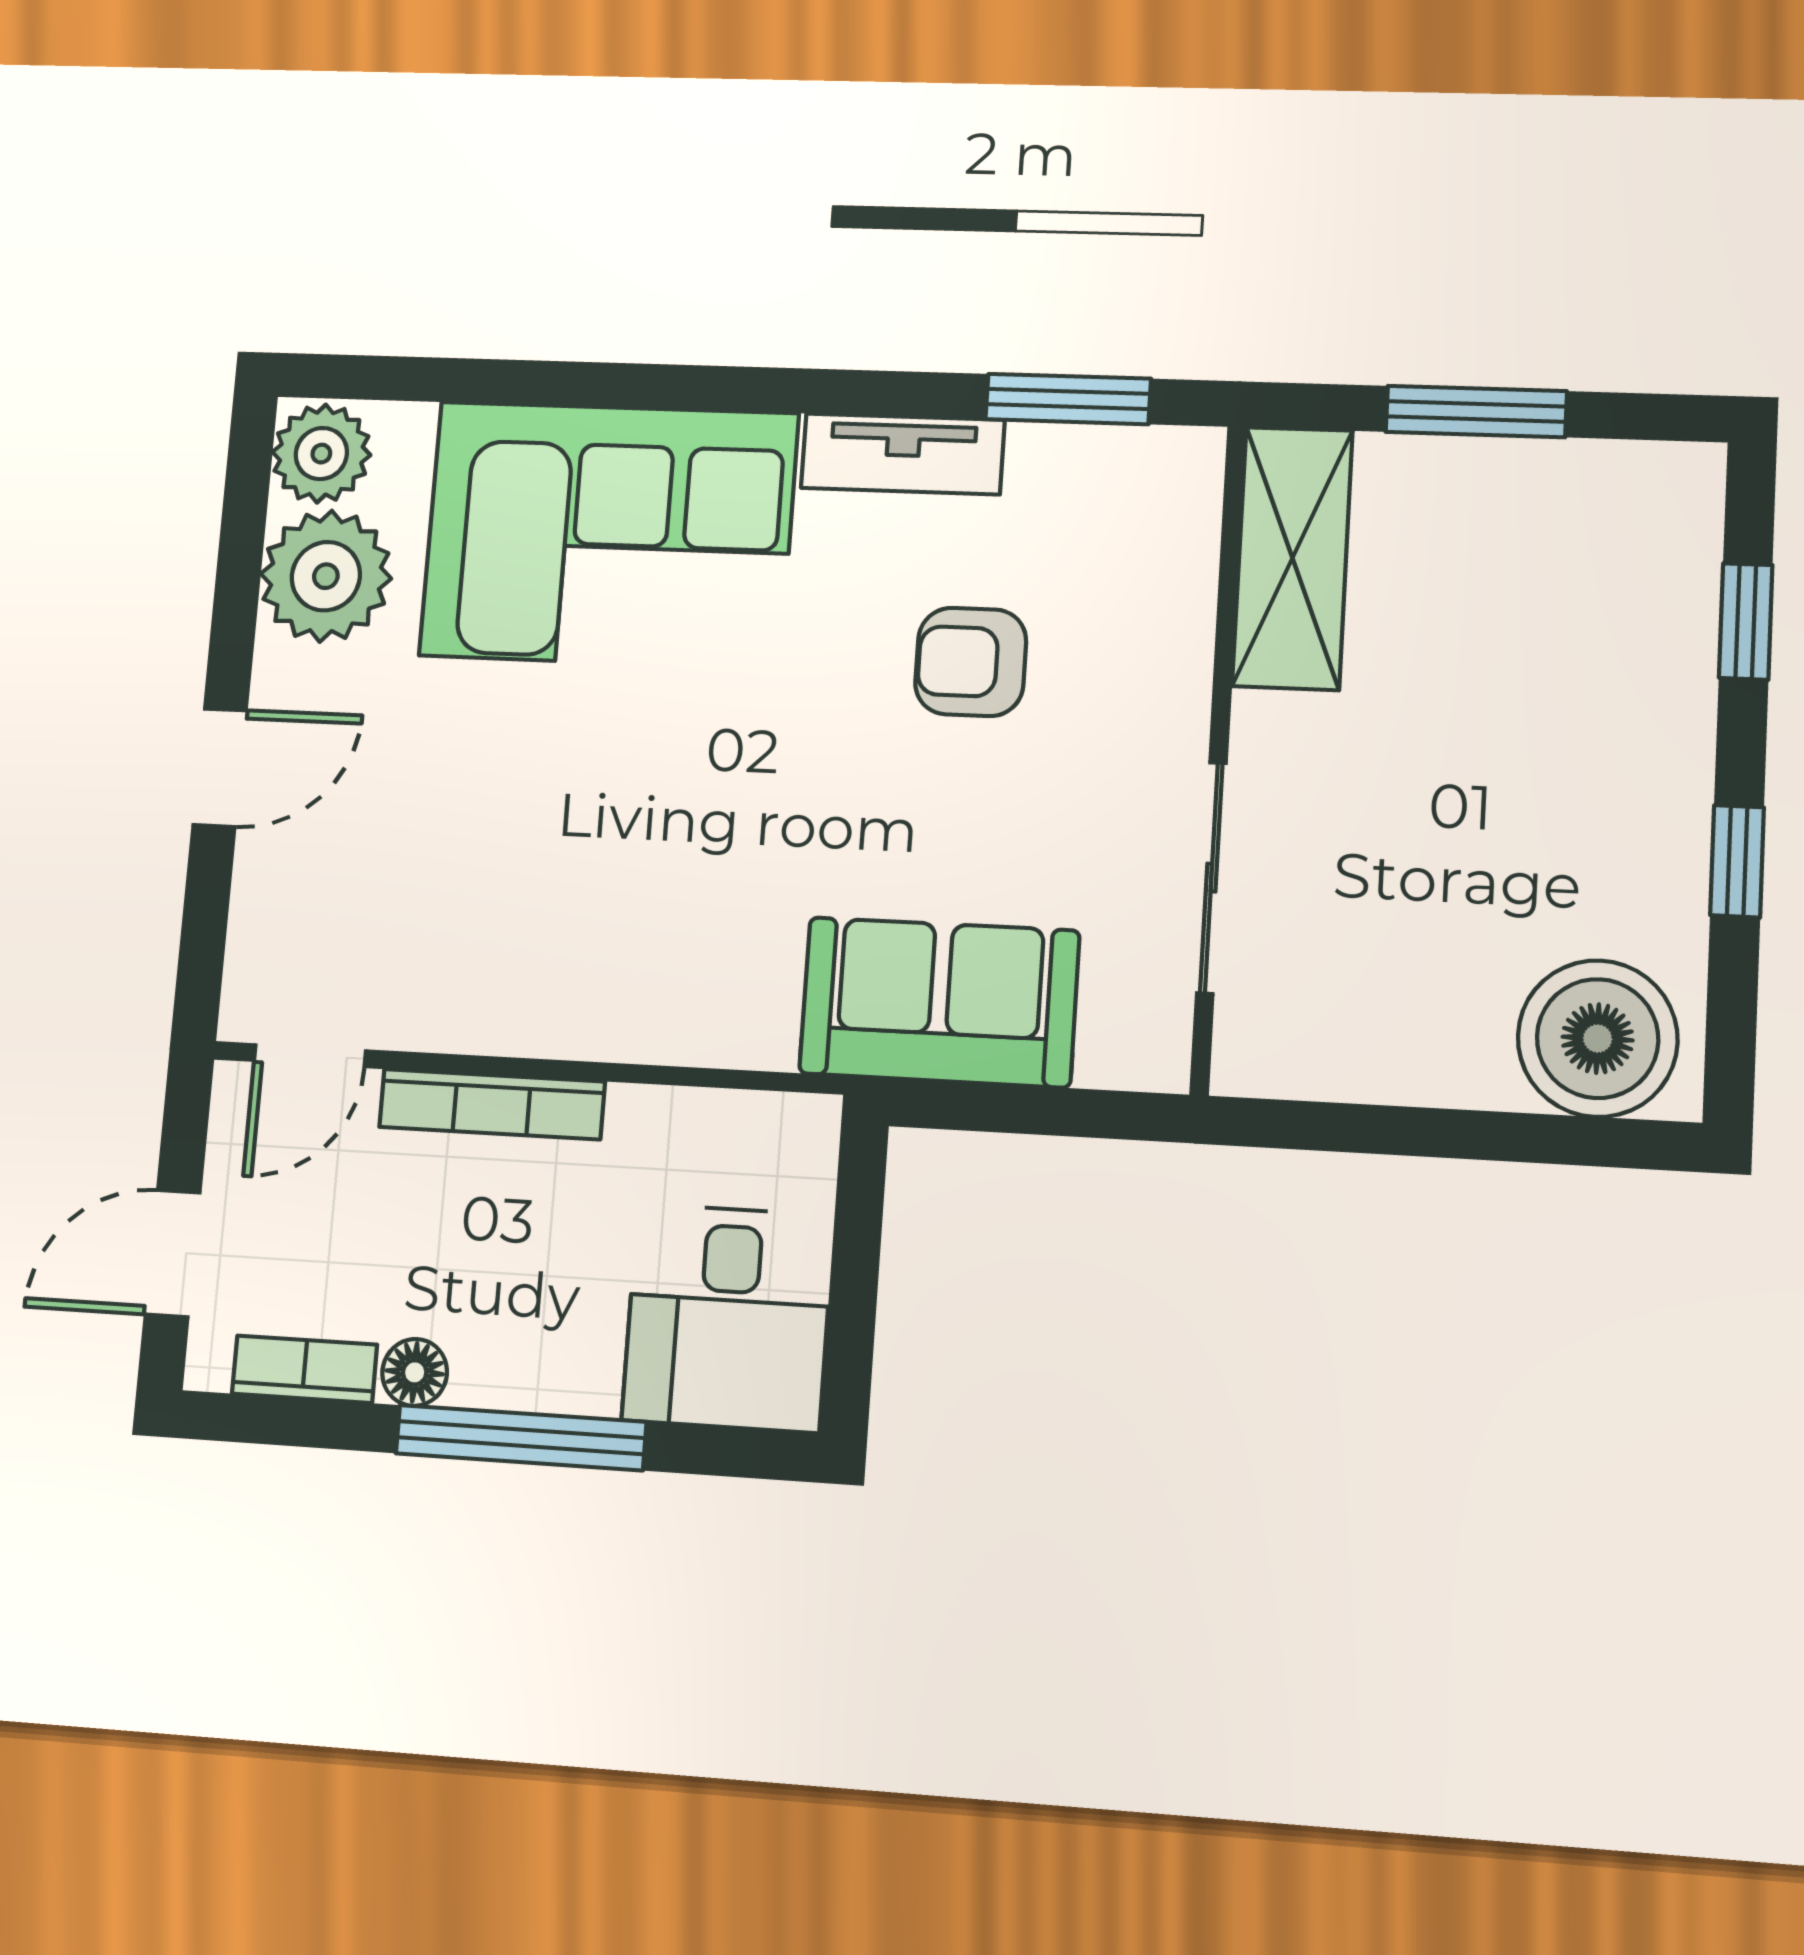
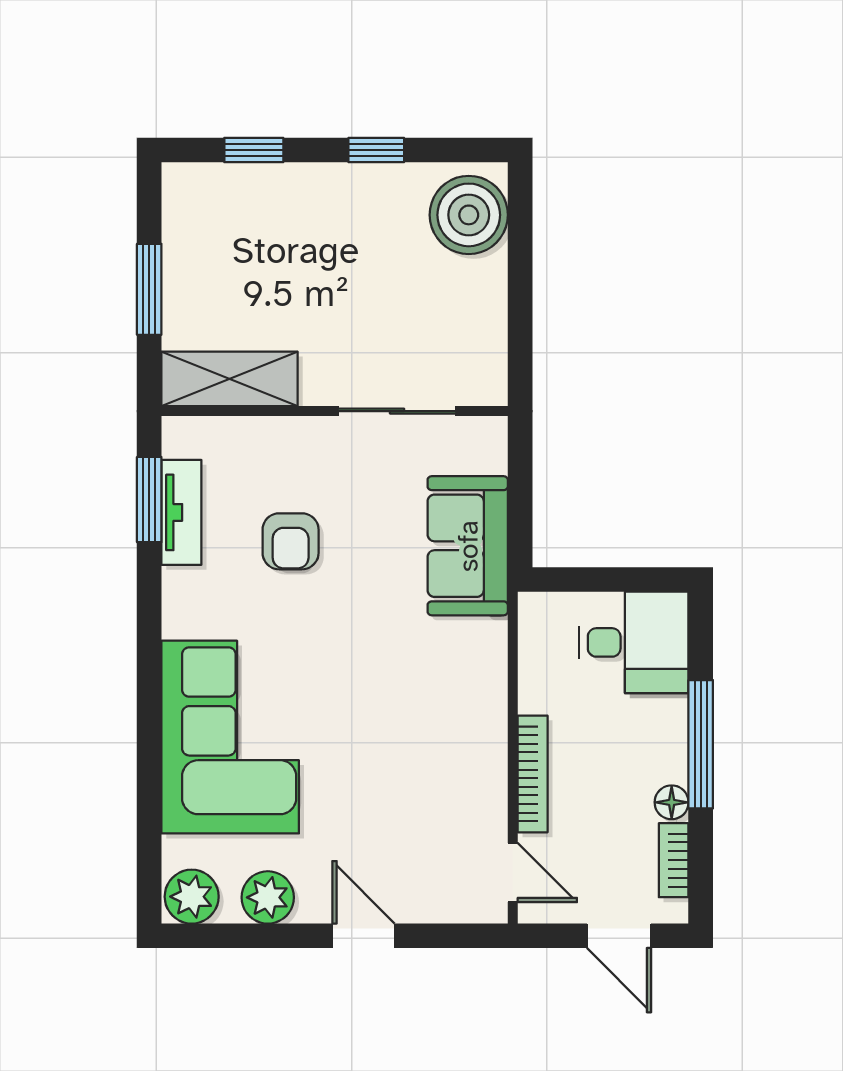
tv unit: (903, 454) -> (181, 512), moved
plant: (326, 576) -> (268, 897), width x0.73, depth x0.73

